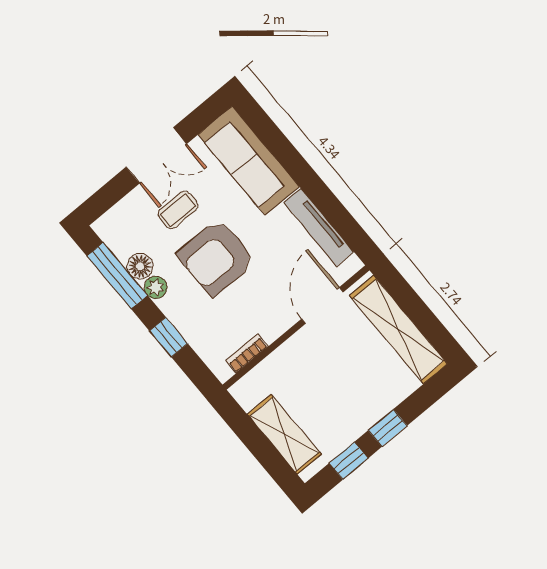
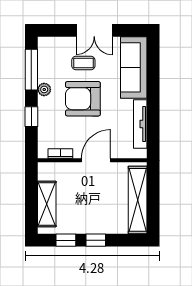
floor lamp: (140, 266) -> (45, 74), removed
door: (322, 305) -> (96, 160), moved

